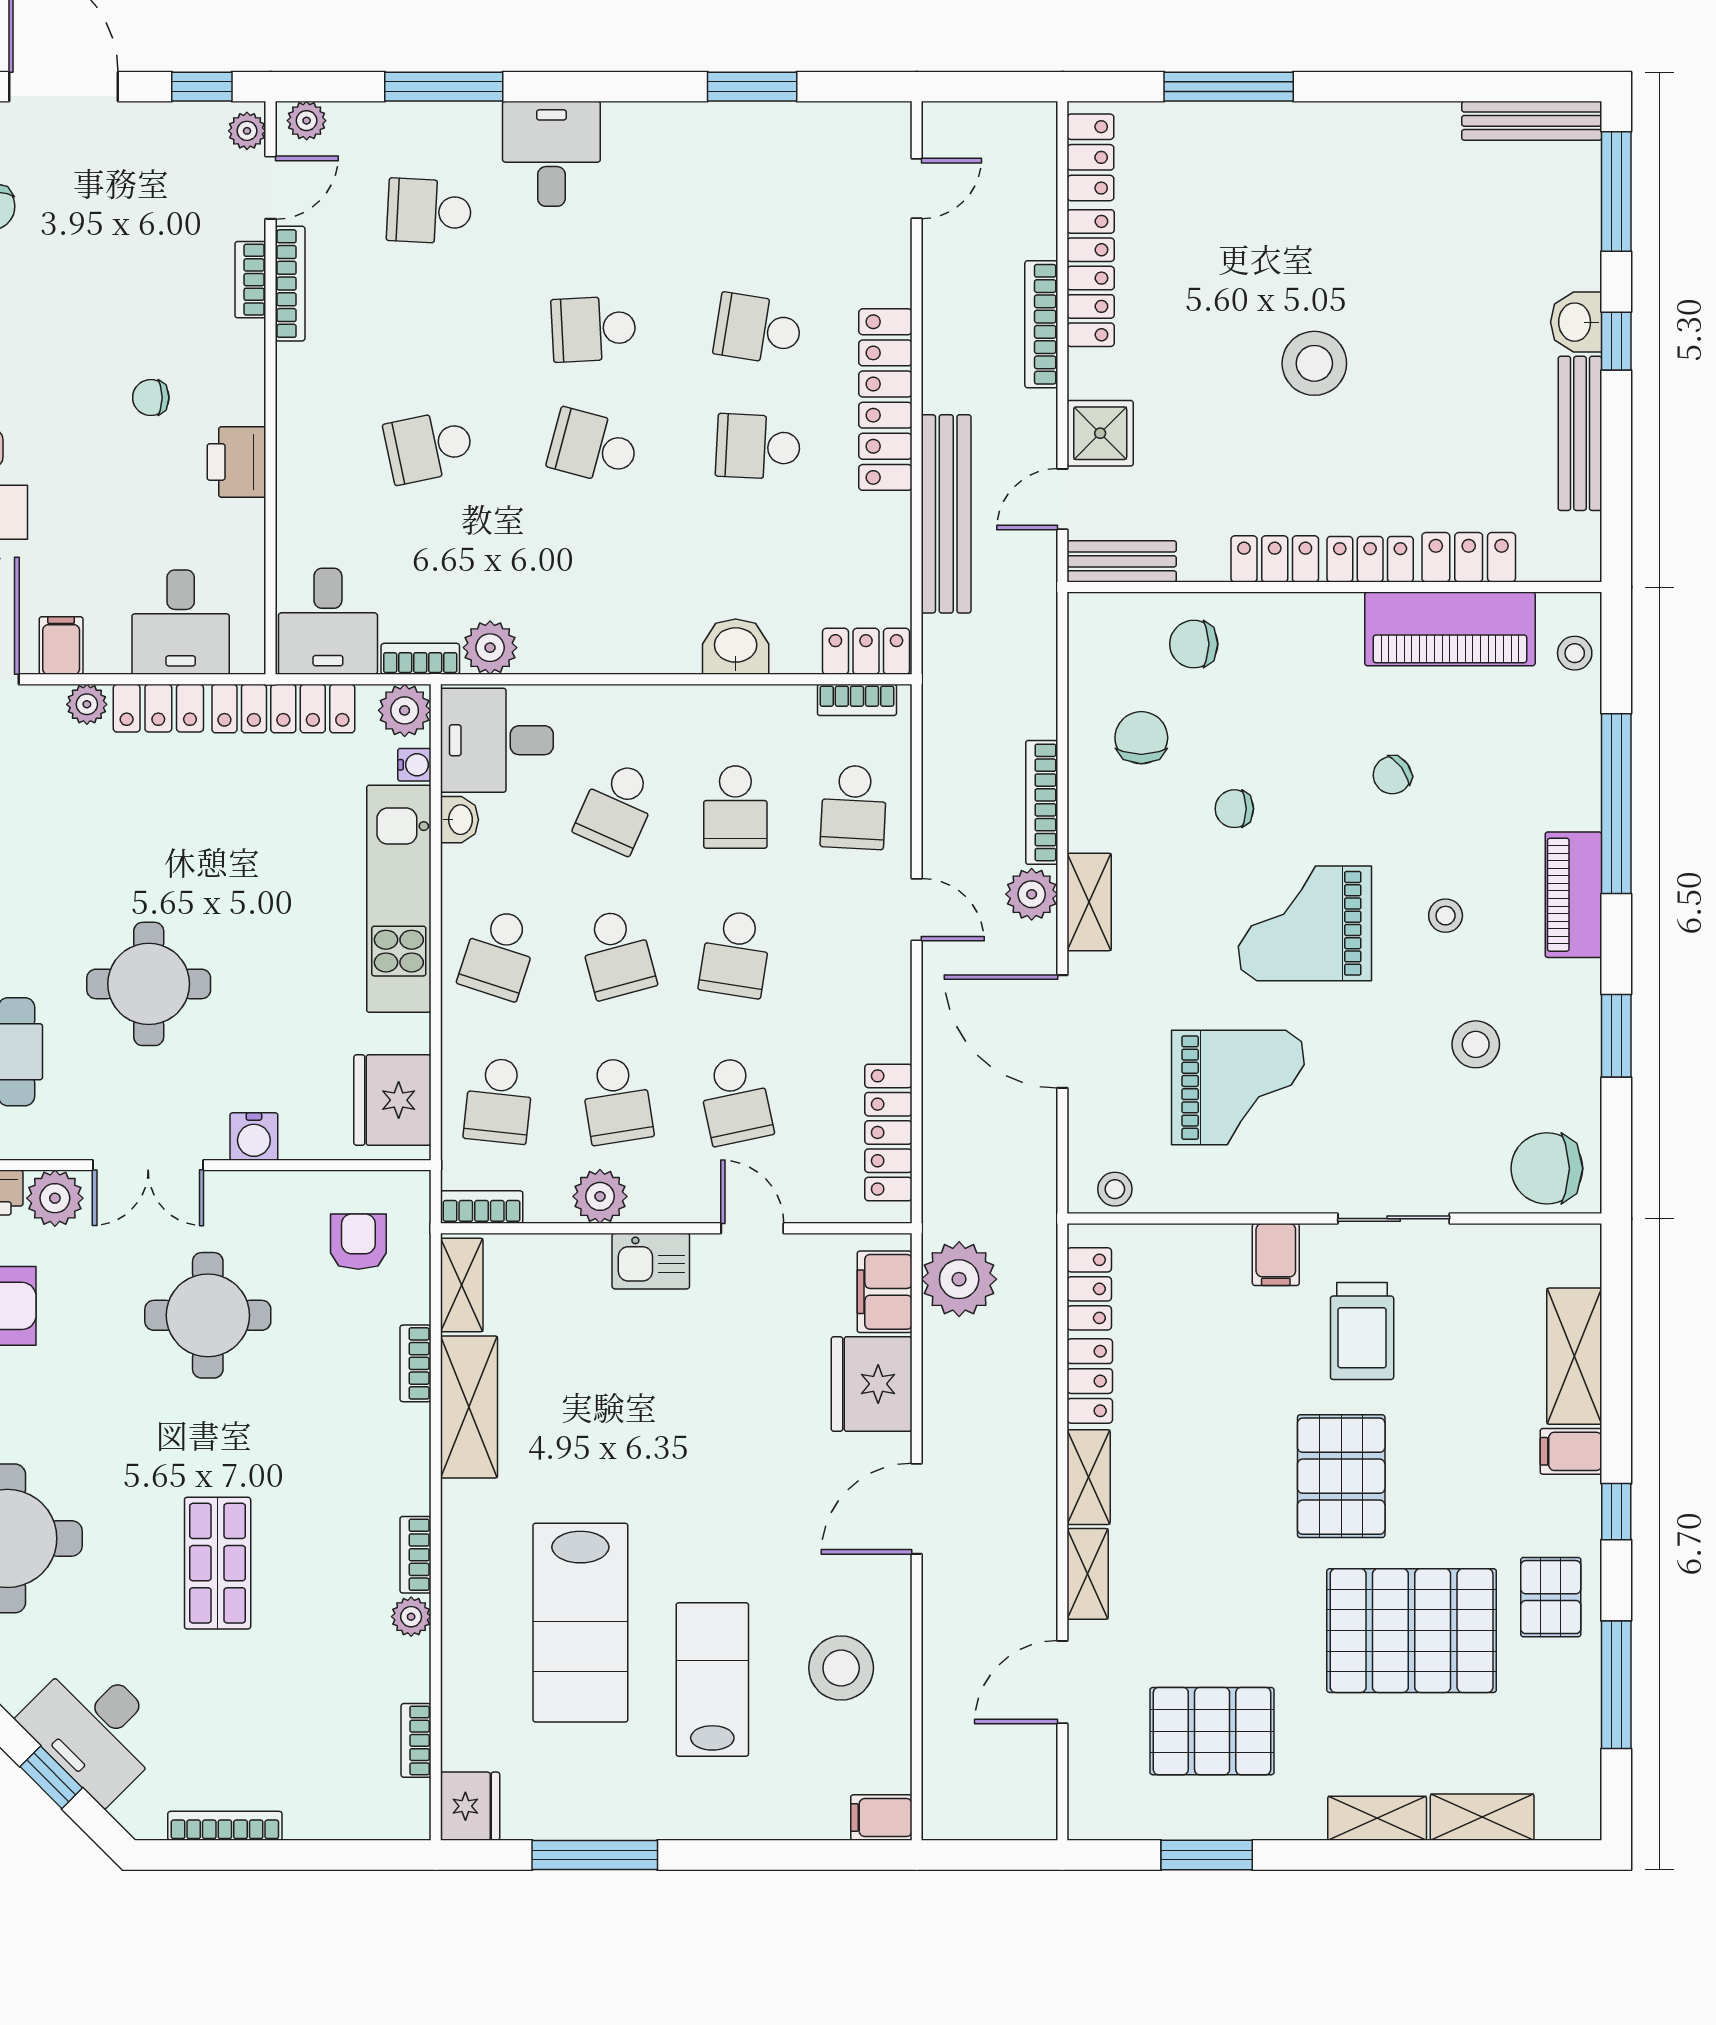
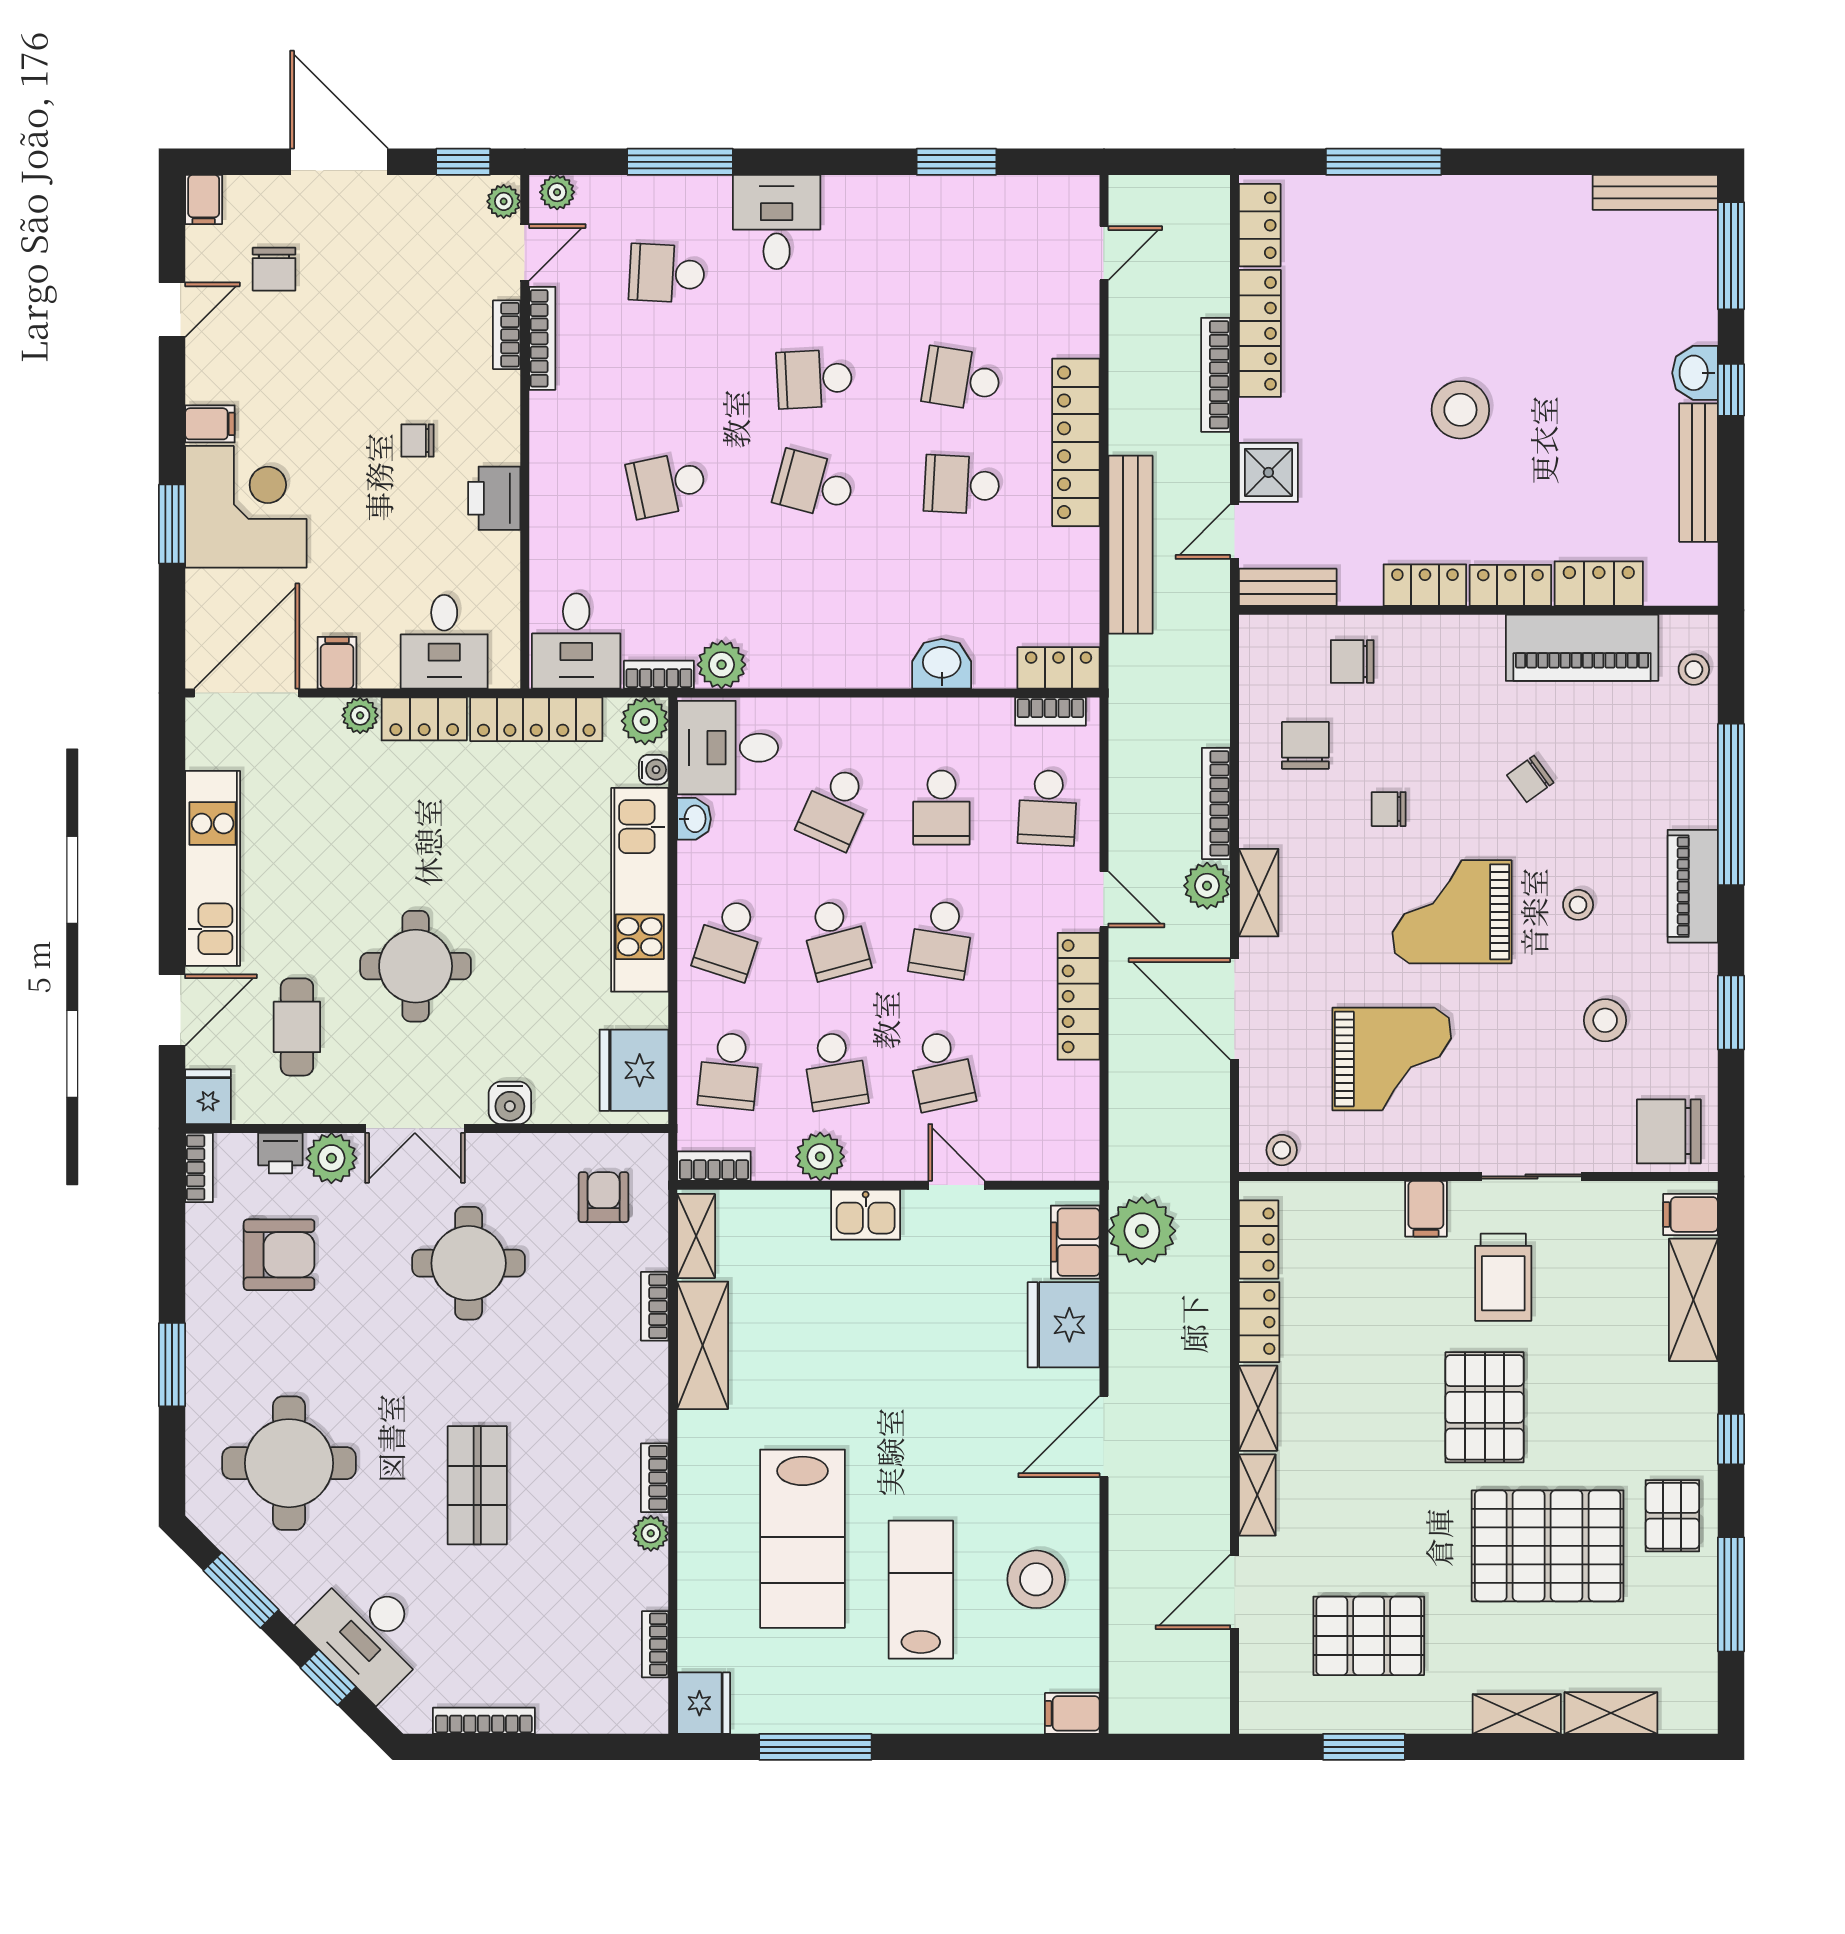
locker: (888, 1132) -> (1079, 996), moved
filing cabinet: (1571, 1451) -> (1690, 1214), moved

